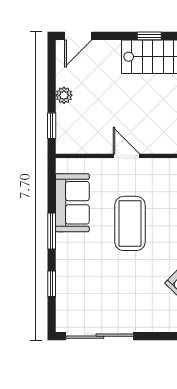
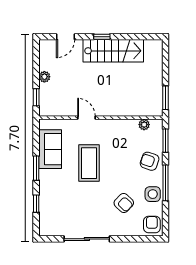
door: (78, 36) -> (65, 37), moved
sliding door: (100, 336) -> (87, 239), moved

